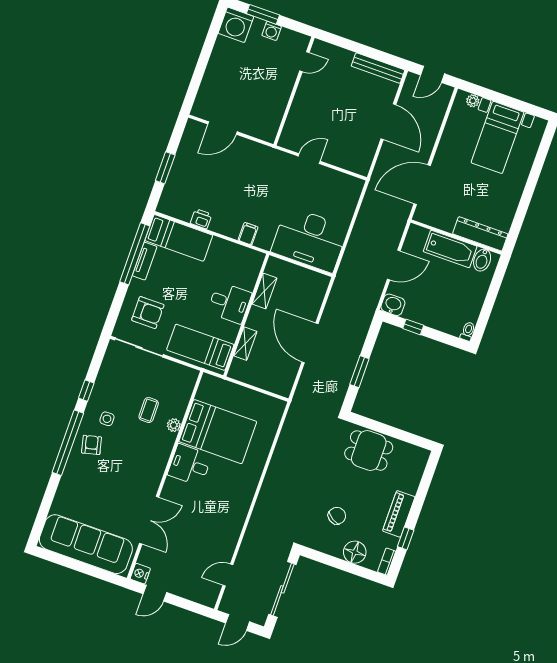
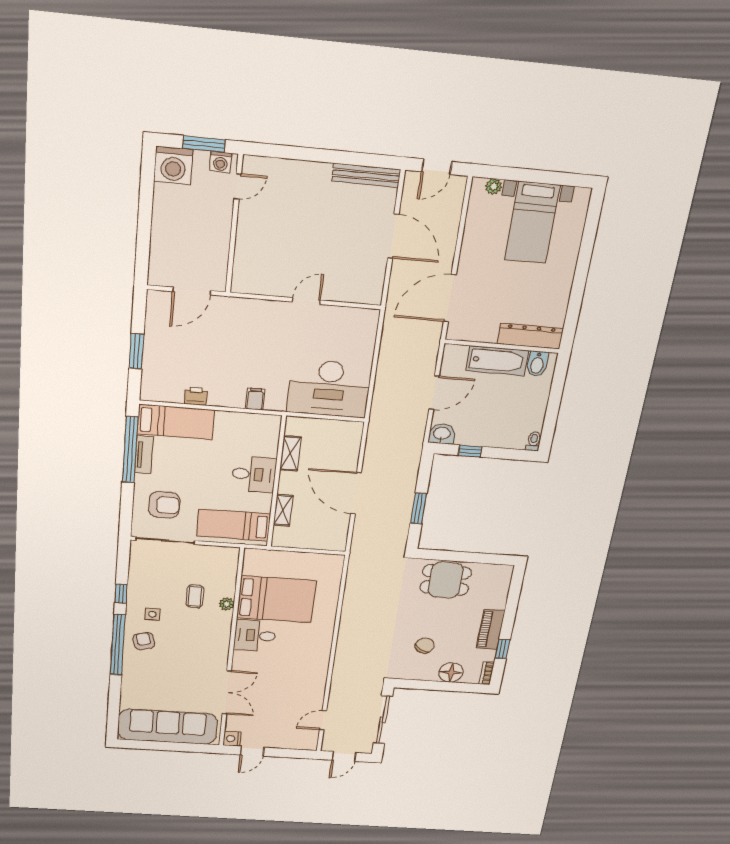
door: (304, 62) -> (238, 186), moved
wall: (294, 91) -> (234, 225), moved

